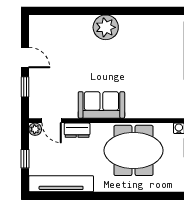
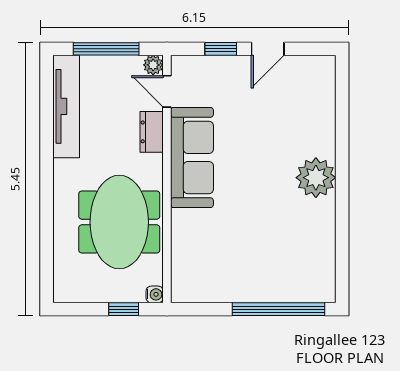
sofa: (101, 105) -> (192, 157), width x1.36
door: (52, 121) -> (167, 91), hinge flipped
window: (25, 159) -> (106, 49), width x2.17

